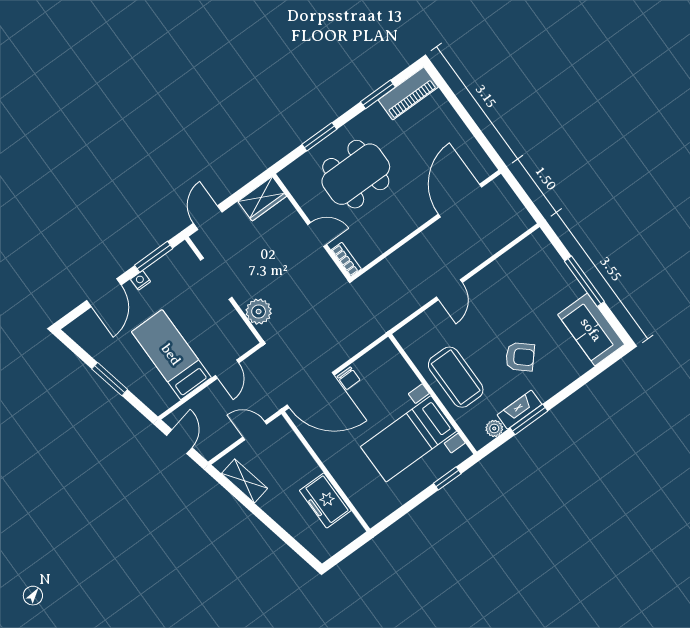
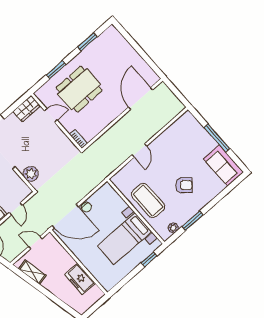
piano: (408, 93) -> (105, 40), removed
door: (317, 234) -> (51, 115), moved
fireplace: (519, 410) -> (187, 216), removed

